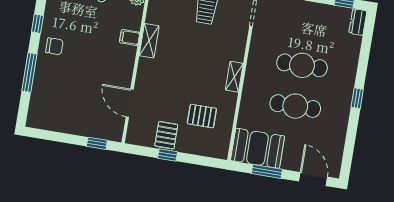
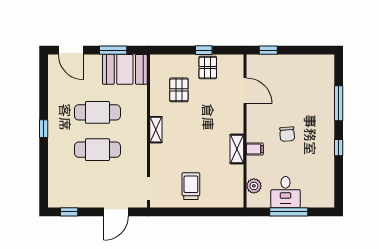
dresser: (358, 22) -> (54, 196), removed
chair: (54, 46) -> (287, 134), moved, turned -94
pallet: (202, 116) -> (179, 90), turned 90

